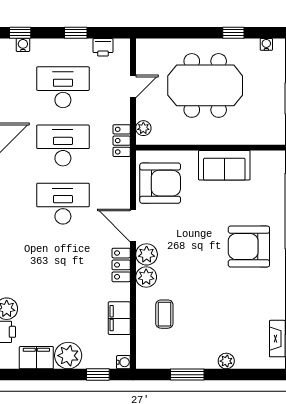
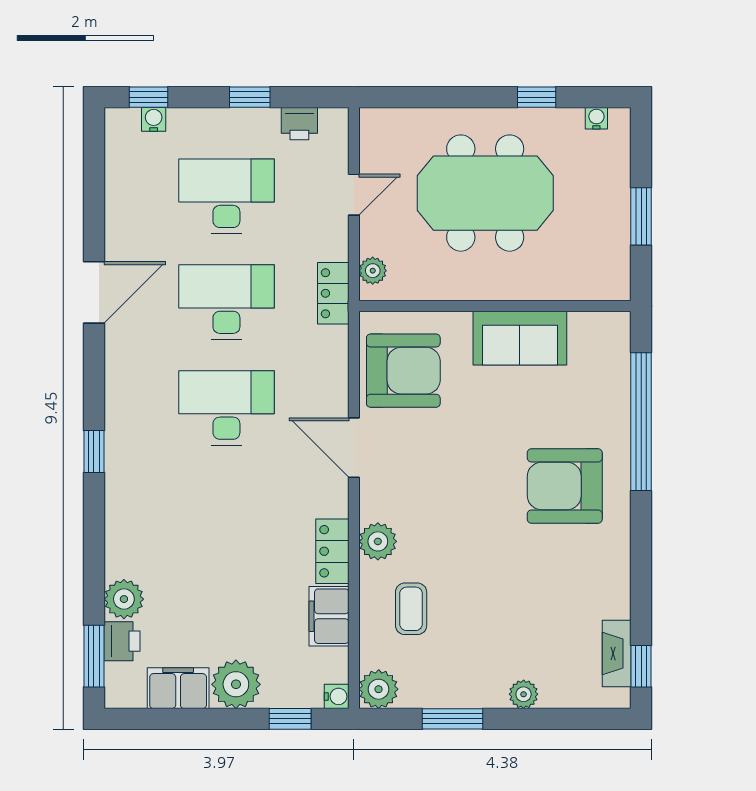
plant: (147, 254) -> (379, 689), moved
locker: (121, 265) -> (332, 551), moved

